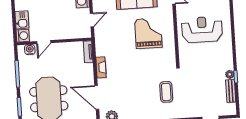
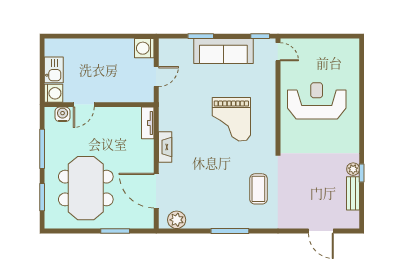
grand piano: (148, 33) -> (231, 119), moved, turned 180

